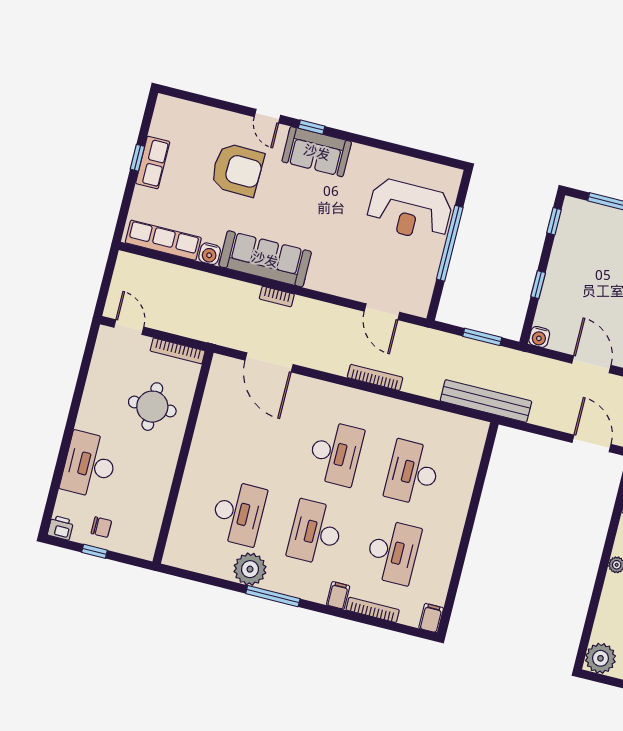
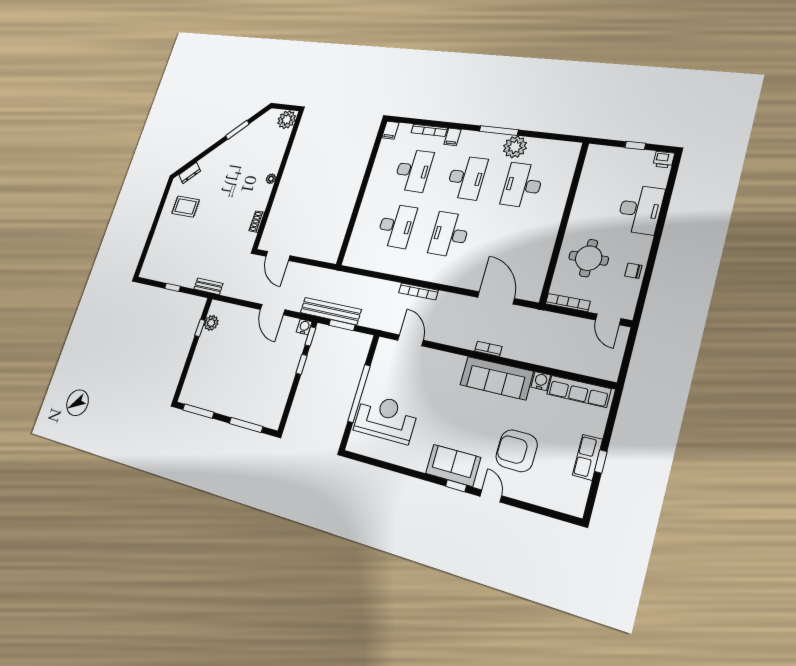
window: (554, 221) -> (310, 336), moved
bench: (486, 401) -> (331, 311), moved
chair: (101, 527) -> (633, 271), moved
desk: (393, 552) -> (413, 170), turned 180

